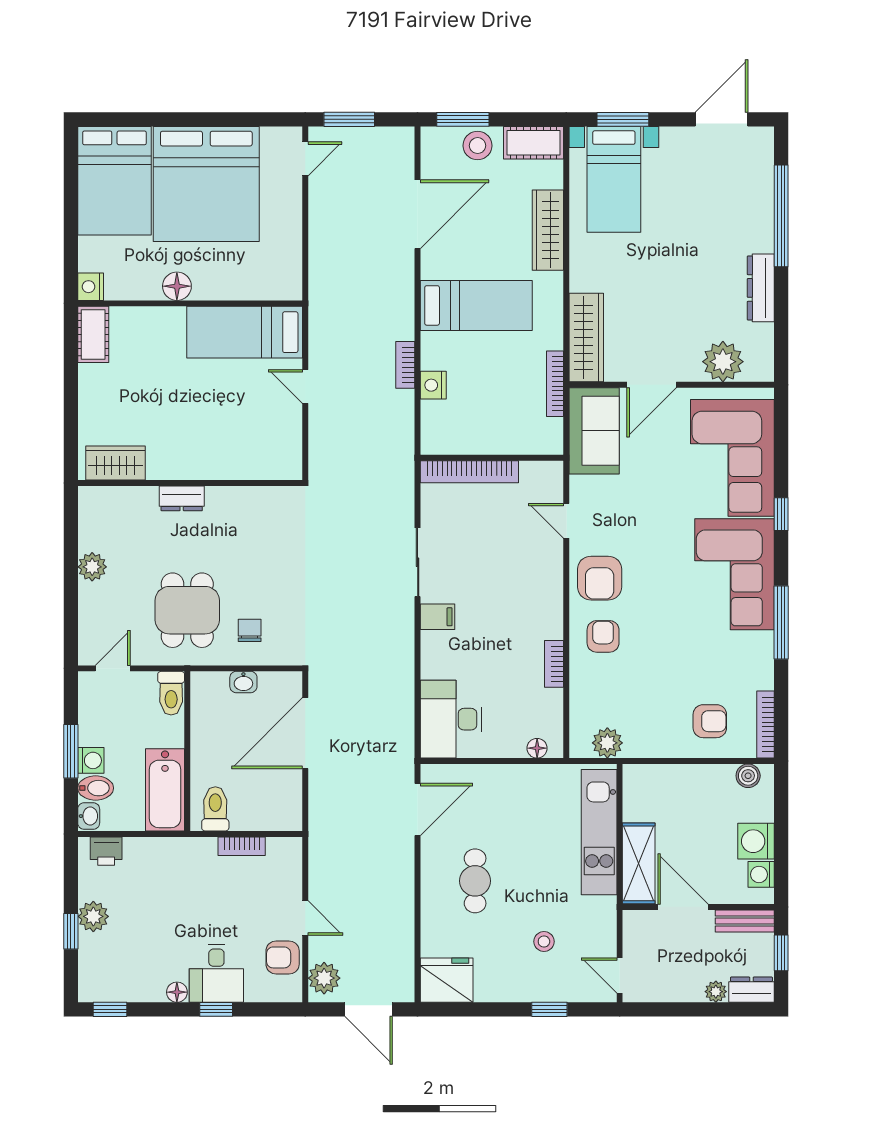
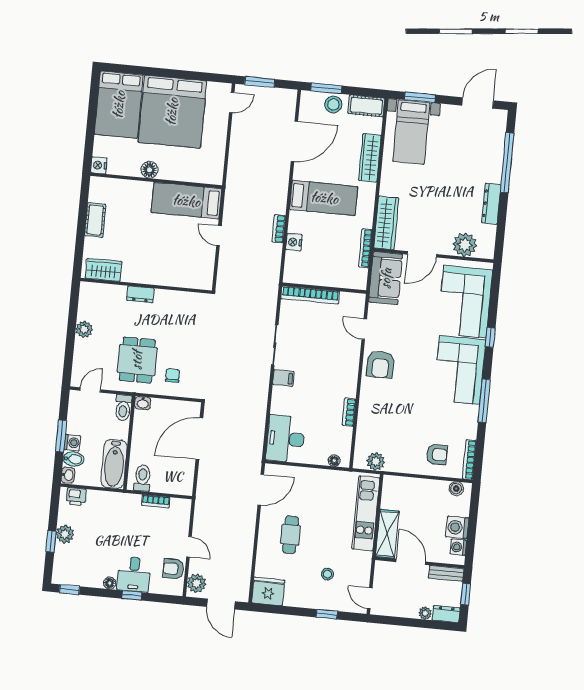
cot: (93, 334) -> (95, 220), moved
armchair: (603, 636) -> (379, 399), removed
washbasin: (243, 682) -> (143, 403), moved

